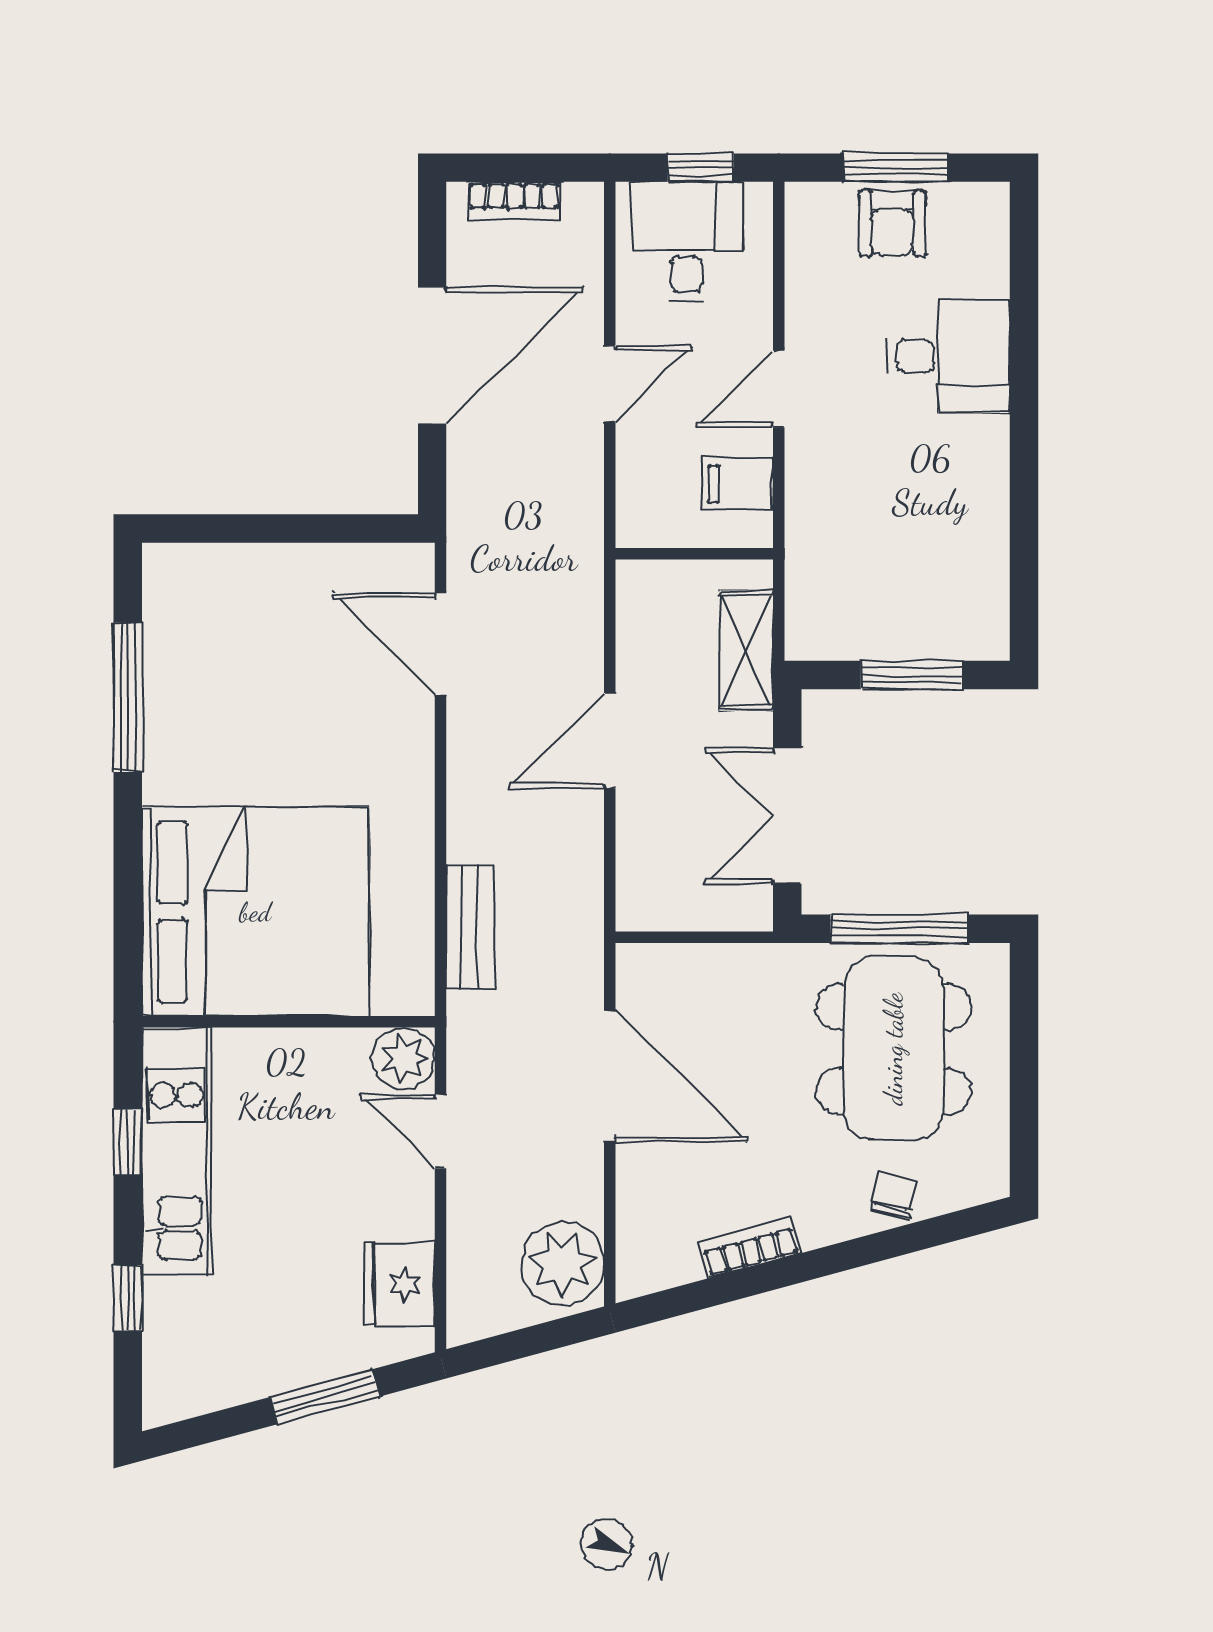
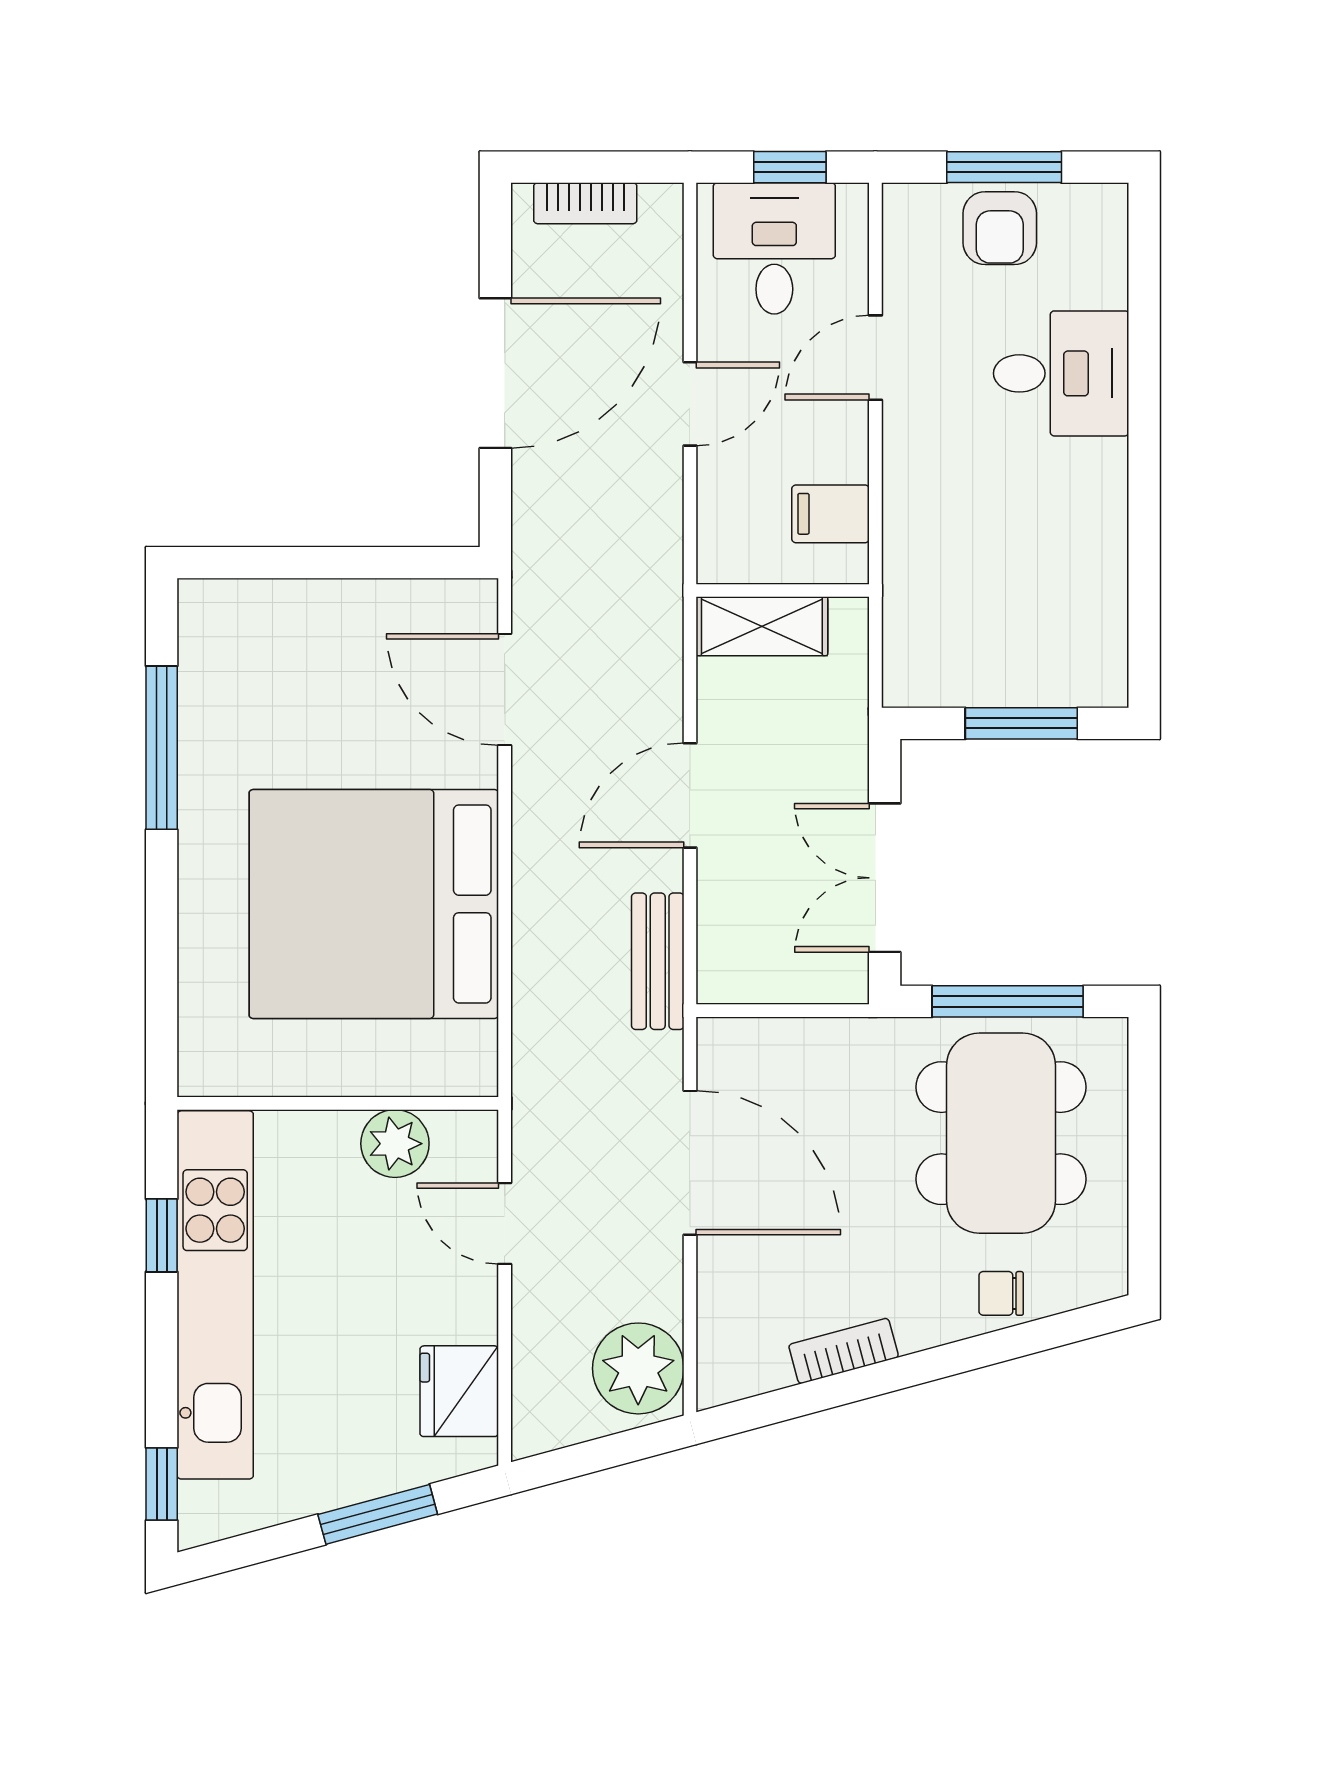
door: (779, 389) -> (875, 358), moved
shelving: (746, 651) -> (762, 626), moved, turned 90
bed: (255, 912) -> (374, 904), moved, turned 180
bench: (470, 927) -> (658, 961), moved
plant: (404, 1058) -> (395, 1144), moved
kitchen unit: (177, 1152) -> (215, 1295), width x1.36
chair: (894, 1195) -> (1001, 1293), turned -103
window: (128, 1298) -> (162, 1484), moved

